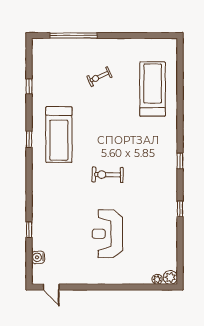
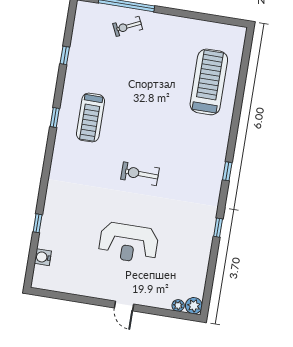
exercise bike: (99, 77) -> (128, 26), moved
treadmill: (59, 135) -> (91, 117), width x0.73, depth x0.73
reception desk: (107, 234) -> (128, 243), turned -90
door: (51, 287) -> (124, 306), moved

